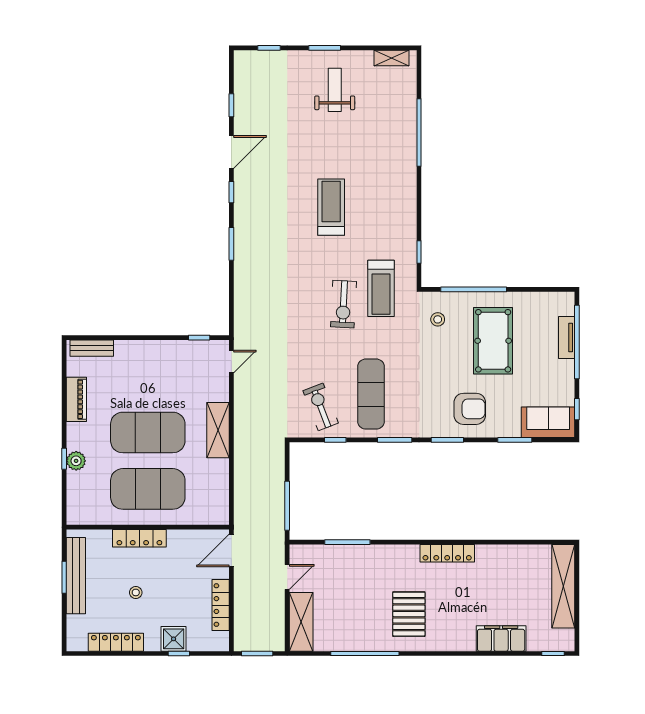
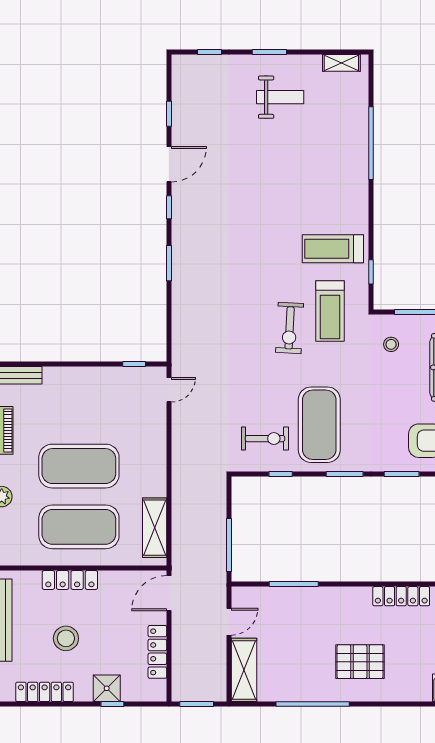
weight bench: (335, 90) -> (280, 97), turned 90
treadmill: (331, 207) -> (333, 249), moved, turned -90
exercise mat: (371, 394) -> (319, 425), width x1.47
exercise bike: (321, 407) -> (265, 439), turned 111
shelving: (218, 430) -> (155, 528), moved
stool: (136, 592) -> (66, 638), width x1.89, depth x1.89
pallet: (409, 614) -> (360, 662), turned 90

